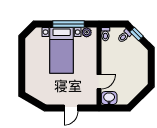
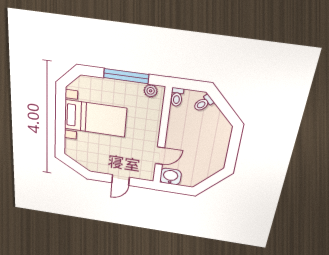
window: (137, 34) -> (221, 103), removed
bed with nightstands: (62, 50) -> (95, 118), moved, turned -90

